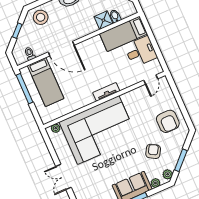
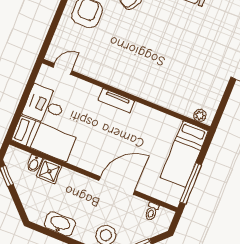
door: (61, 49) -> (117, 185), hinge flipped
bed: (46, 82) -> (184, 154), moved, turned 180
corner sofa: (98, 130) -> (161, 72), removed

